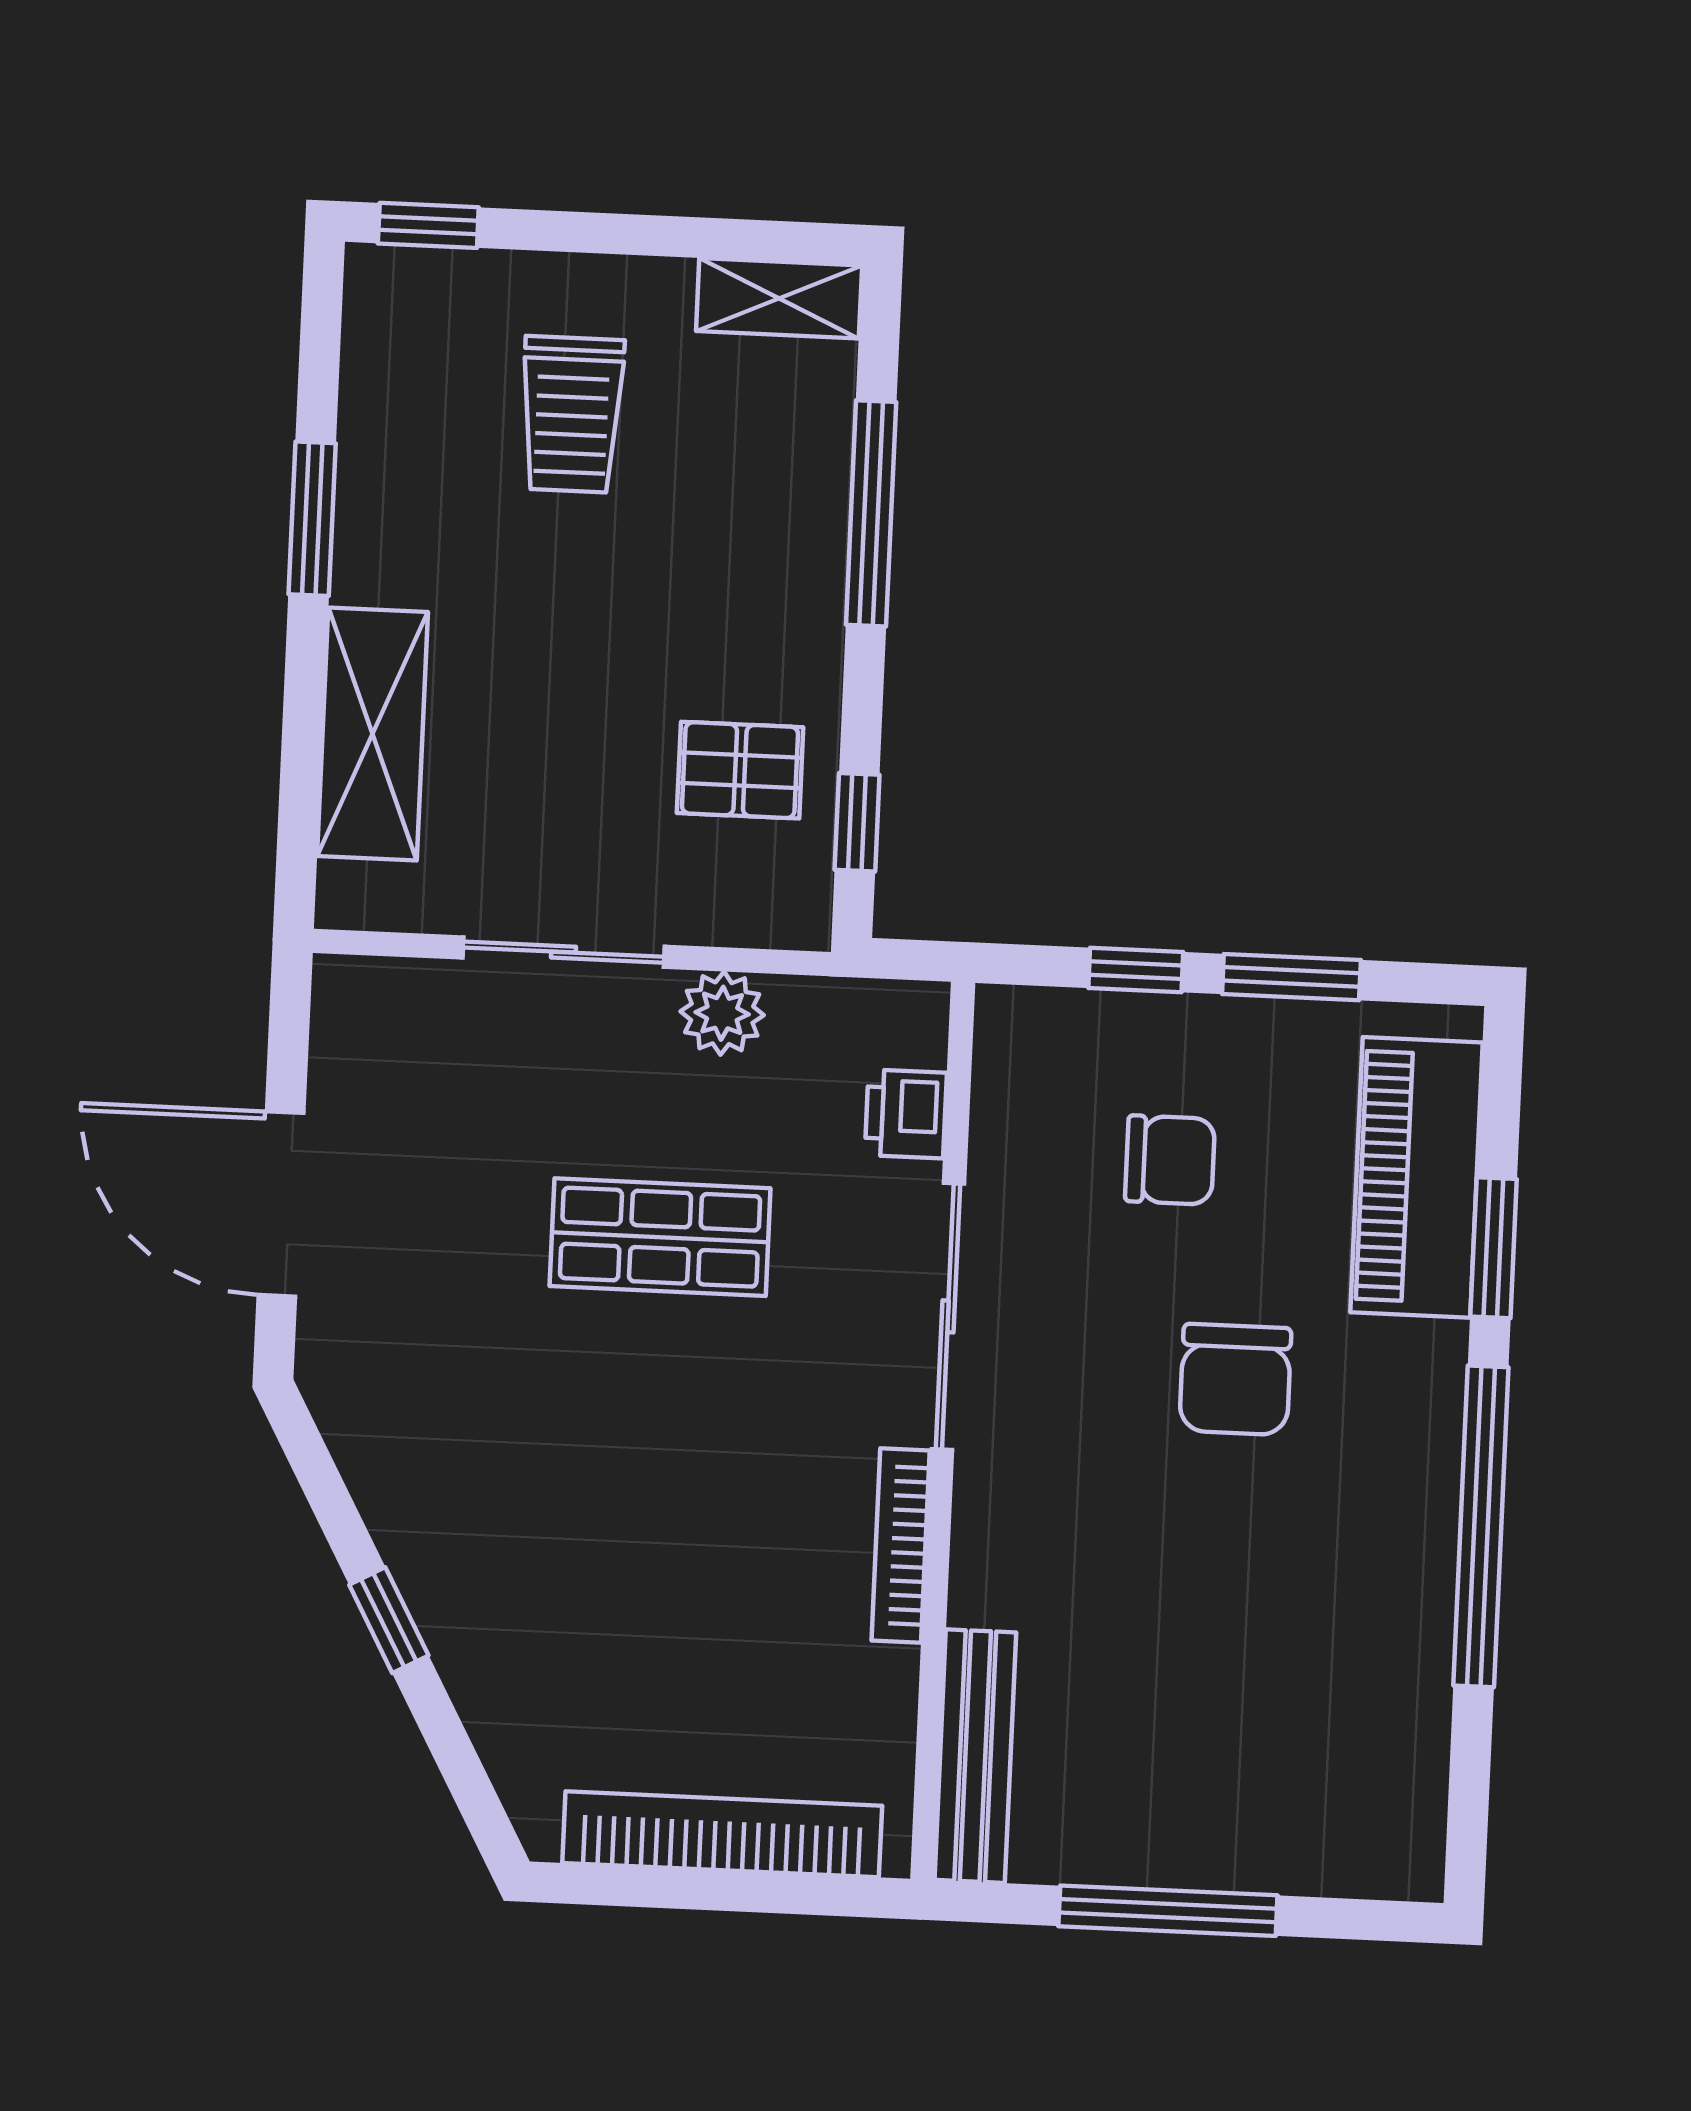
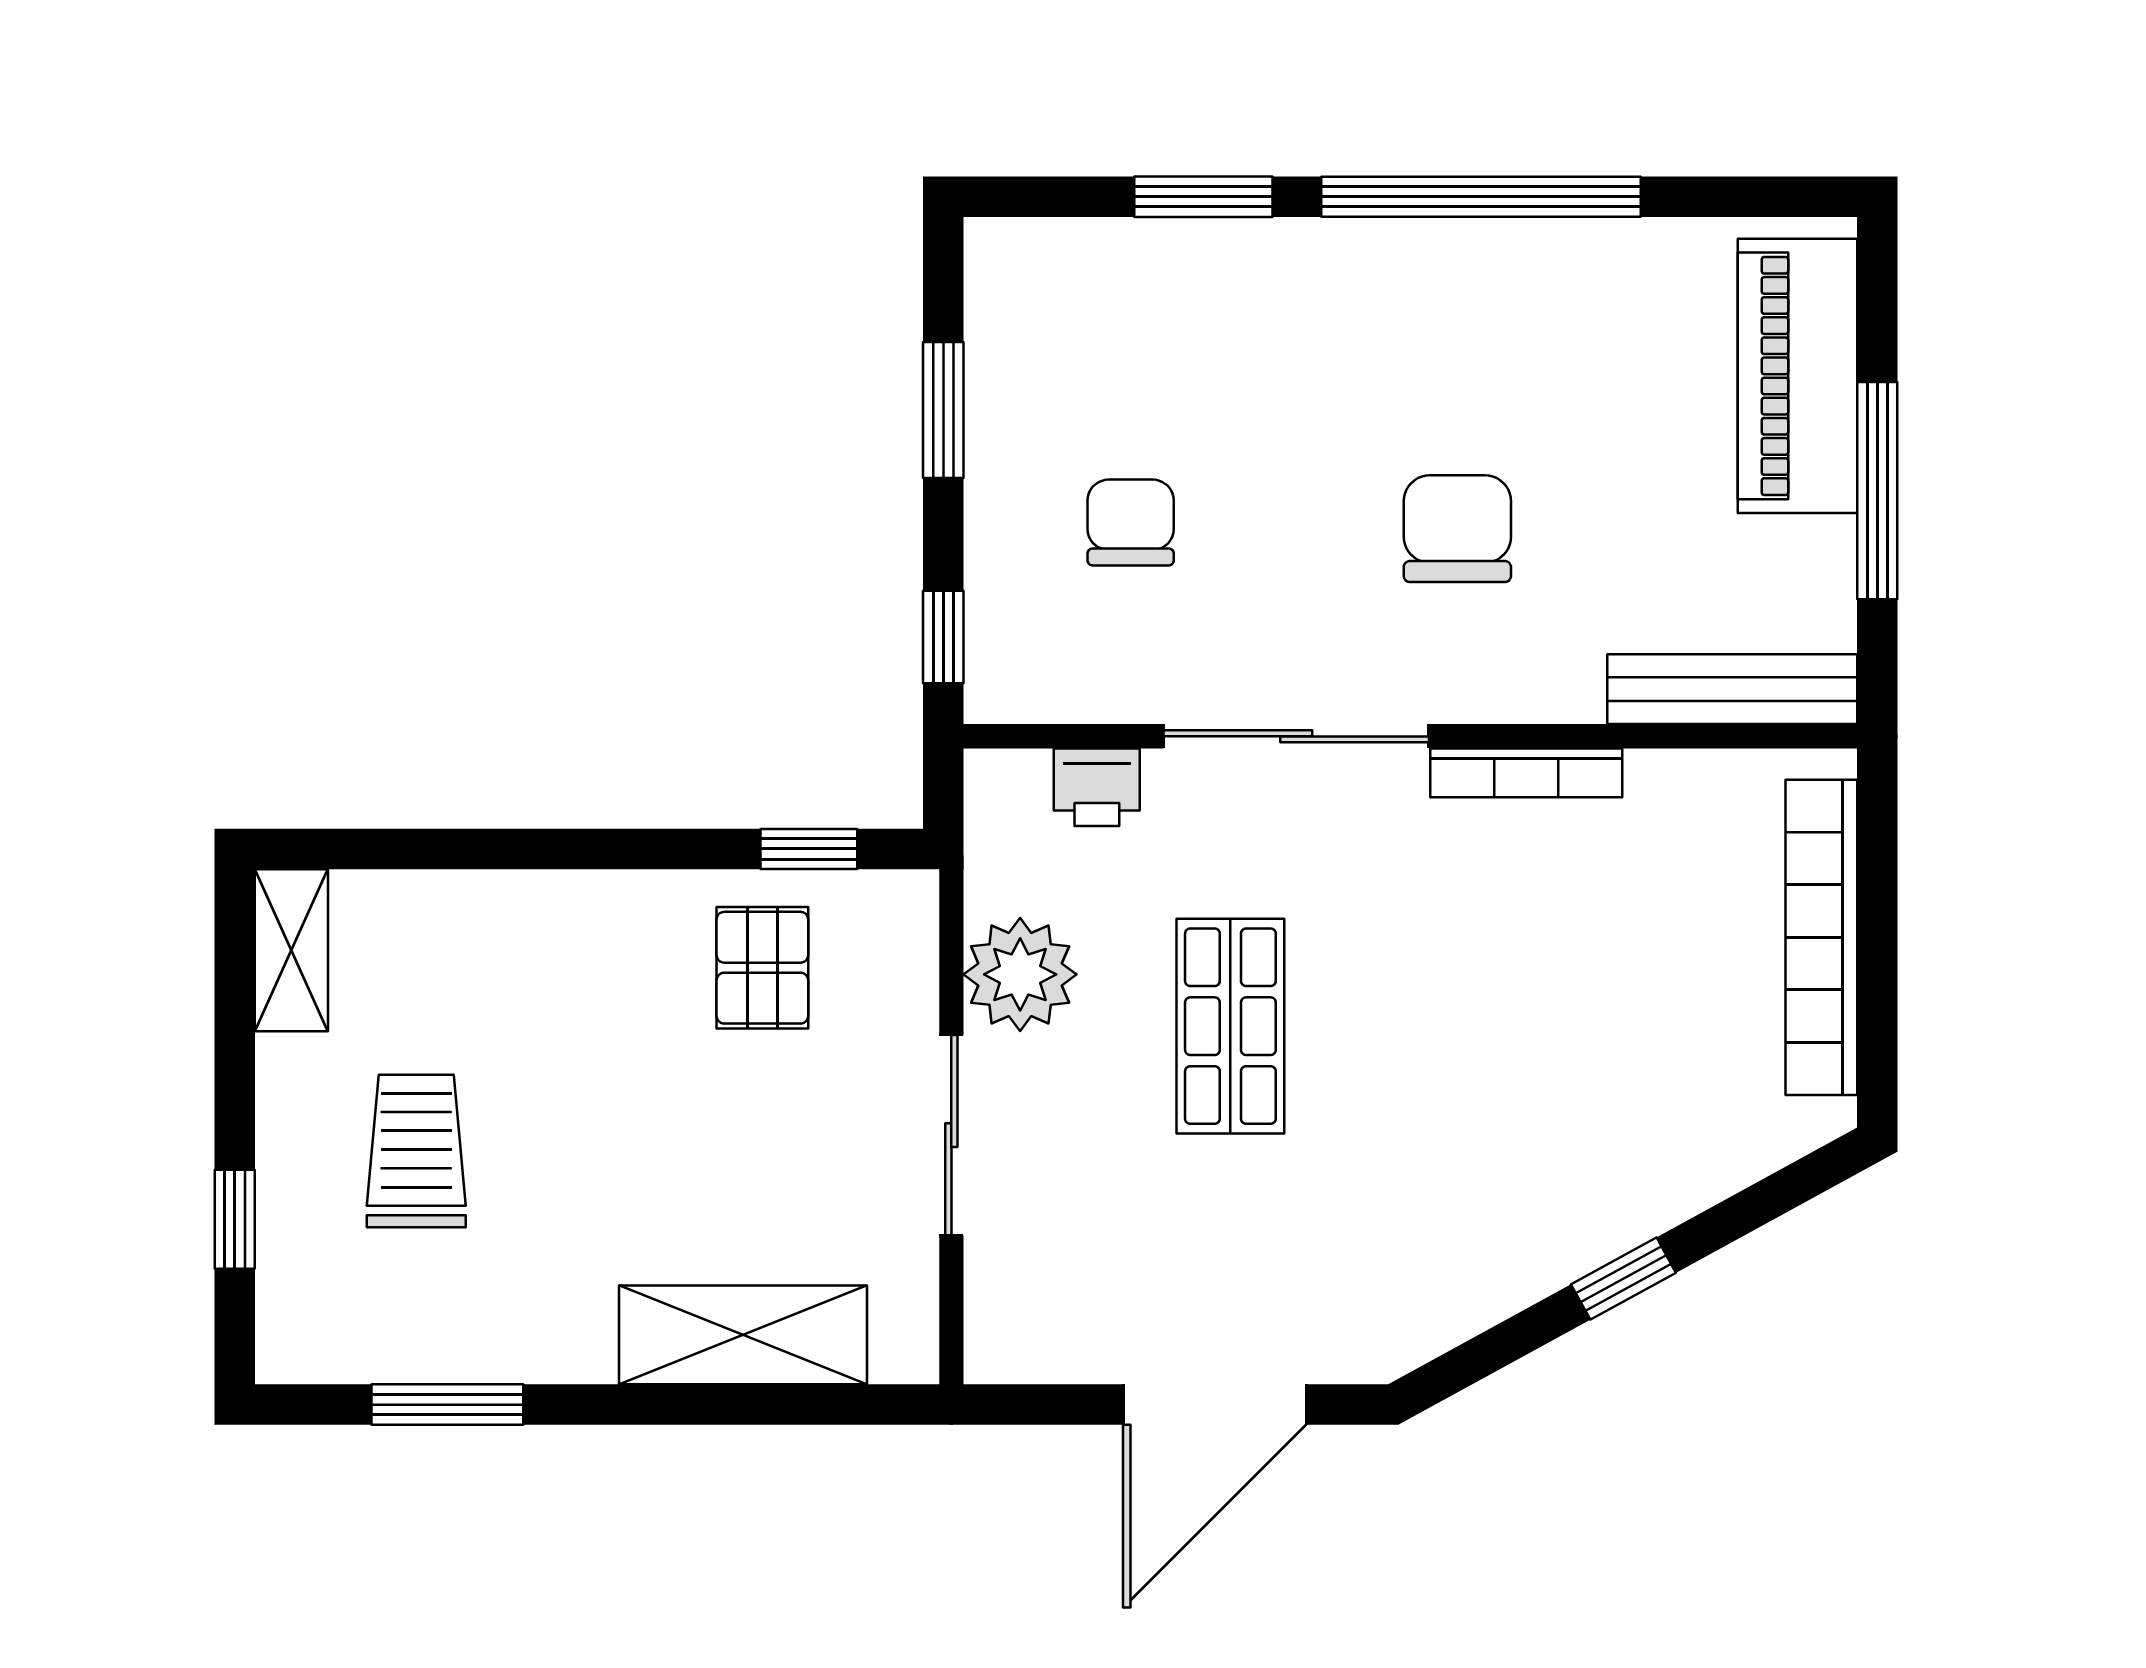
window: (428, 225) -> (235, 1219), moved
trolley: (572, 414) -> (416, 1151), turned -90
window: (871, 513) -> (501, 849), removed
window: (312, 519) -> (447, 1405), moved
window: (1136, 970) -> (943, 637), moved
plant: (722, 1013) -> (1020, 974), width x1.36, depth x1.36
piano: (1417, 1177) -> (1798, 376), moved, turned 90
chair: (1235, 1379) -> (1457, 529), moved, turned -90

